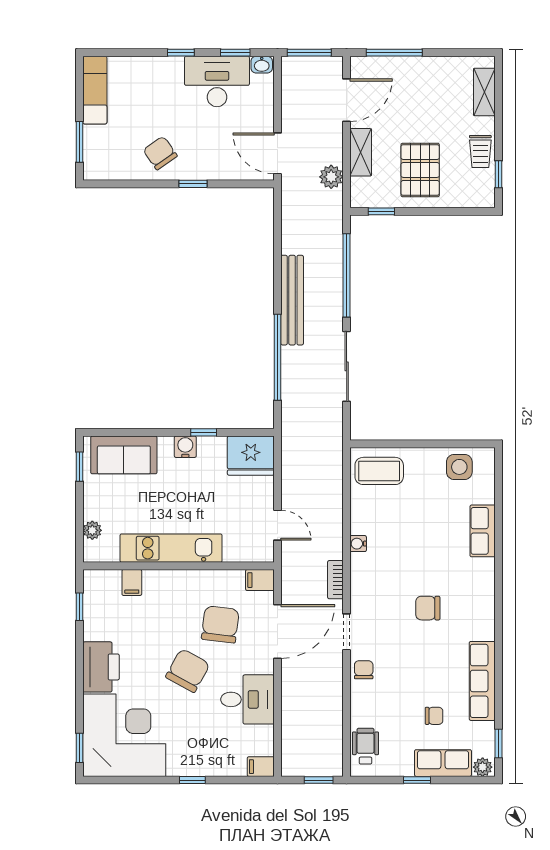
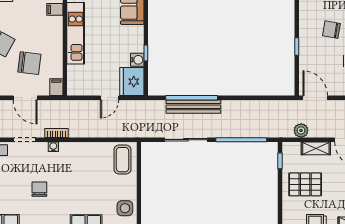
chair: (160, 153) -> (331, 30), moved, turned -135
door: (277, 153) -> (315, 98), hinge flipped
bench: (292, 300) -> (193, 107), moved
water cooler: (185, 447) -> (137, 60), moved
door: (277, 525) -> (110, 98), moved
water cooler: (358, 544) -> (53, 147), moved
door: (277, 631) -> (25, 98), width x0.73

